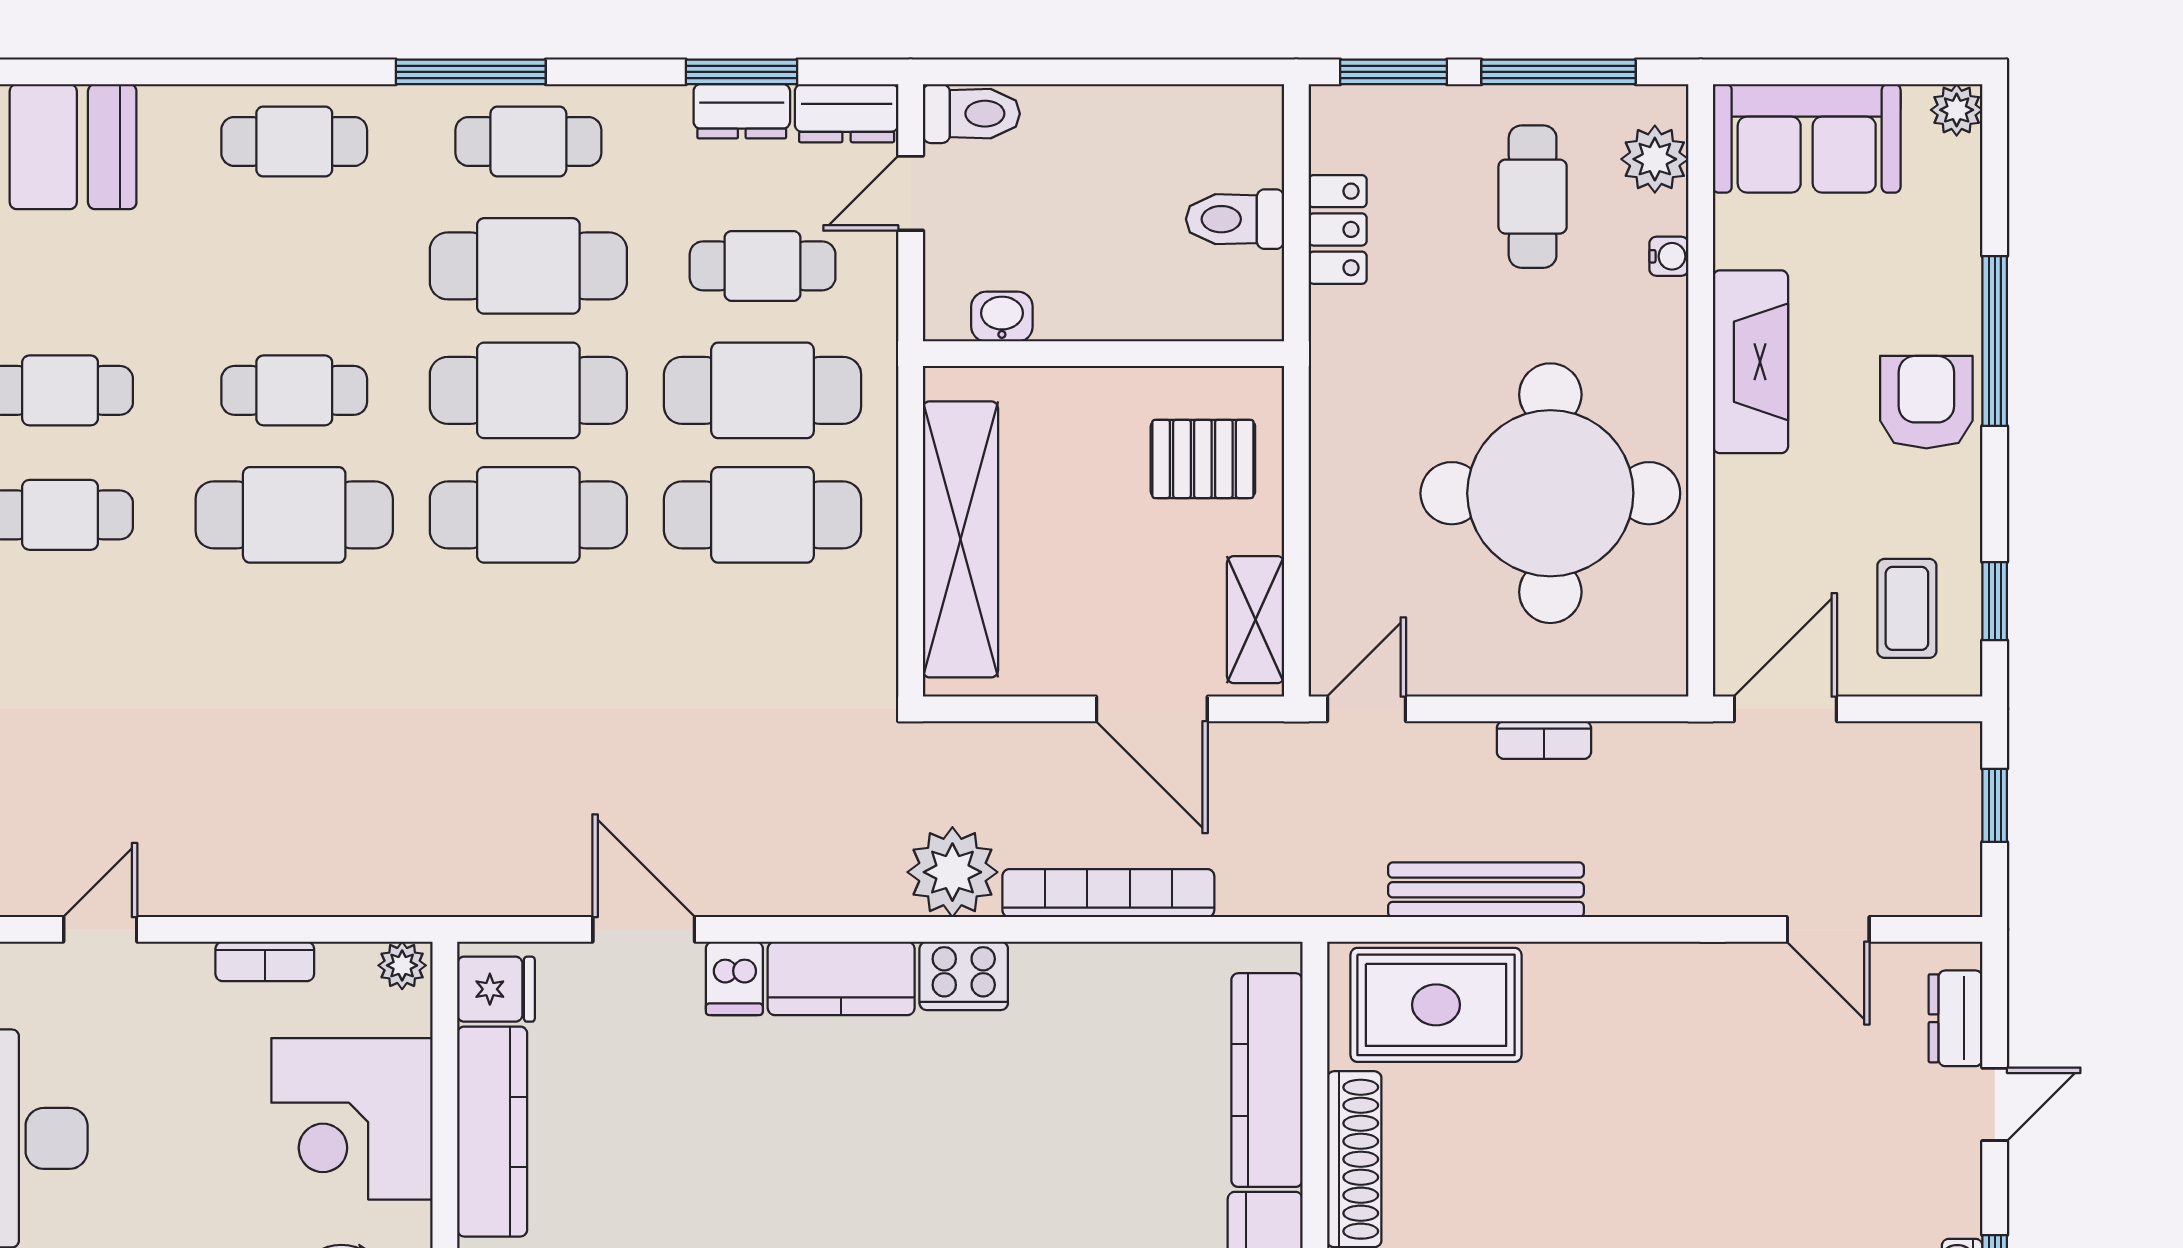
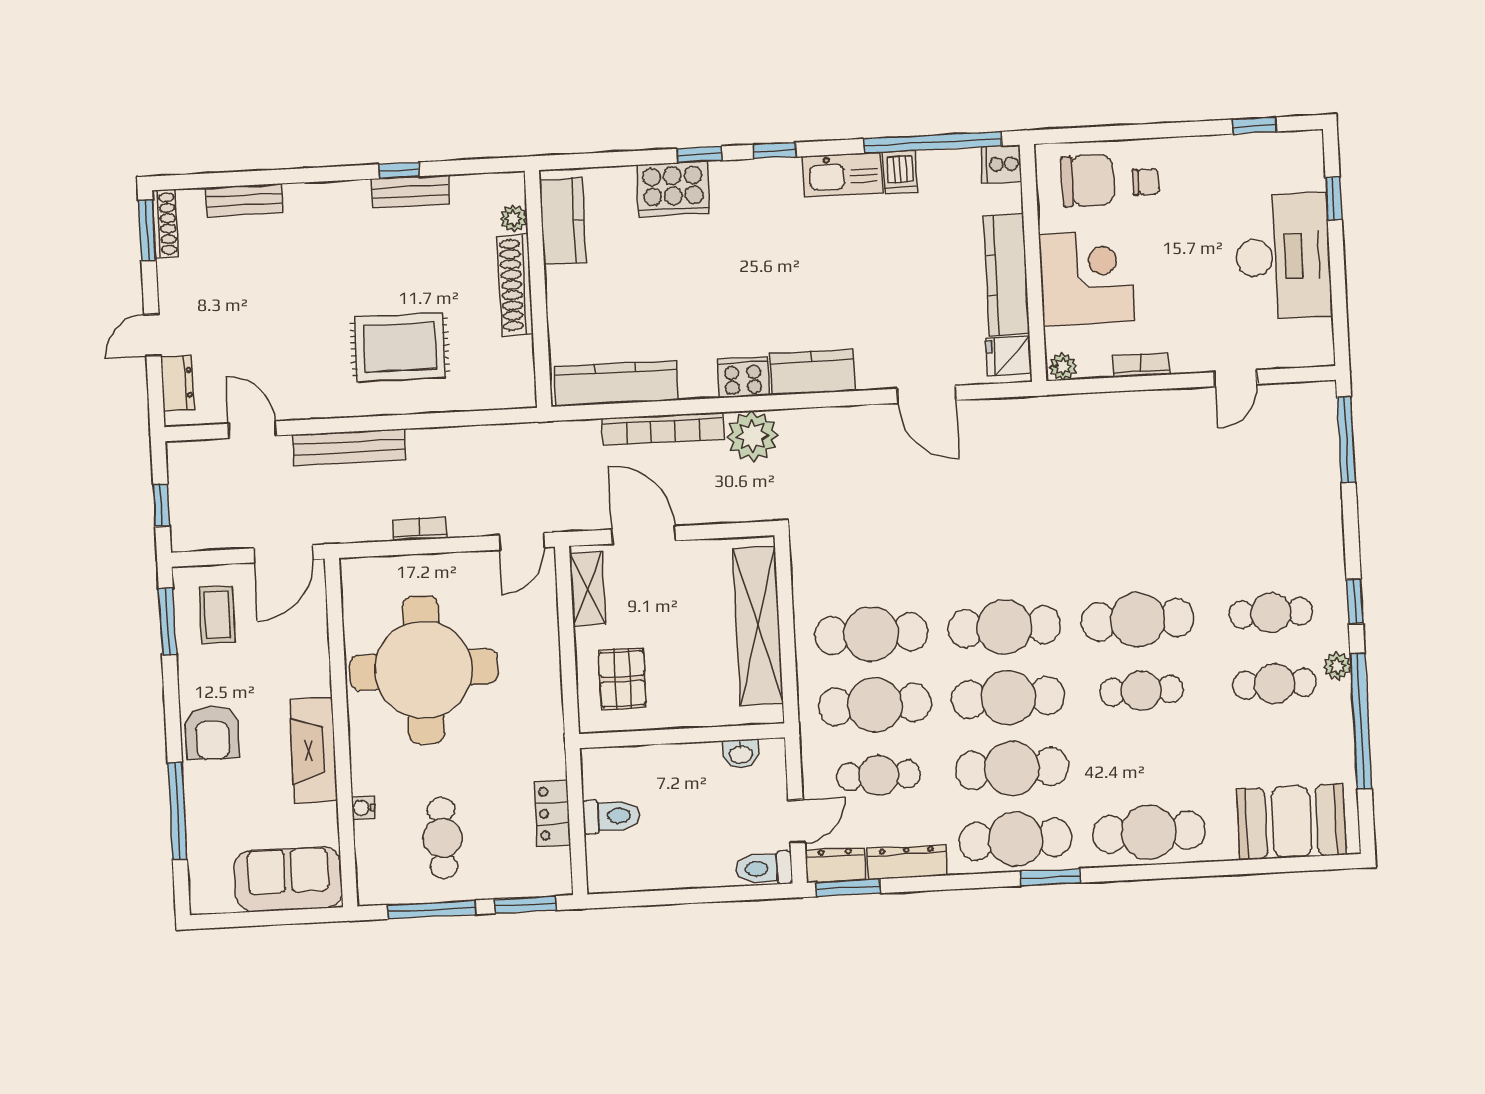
window: (471, 72) -> (1050, 877), width x0.69
window: (741, 72) -> (848, 888), moved
plant: (1957, 110) -> (204, 900), removed
dresser: (742, 111) -> (907, 862), width x1.44
cafe table: (294, 141) -> (1149, 832), width x1.37, depth x1.35
cafe table: (528, 141) -> (1016, 839), width x1.37, depth x1.35
plant: (1655, 159) -> (374, 863), removed
window: (1995, 341) -> (177, 811), moved
pallet: (1203, 459) -> (622, 679), turned 90
window: (1995, 601) -> (167, 621), width x1.50
bench: (1486, 890) -> (349, 447), moved
dishwasher: (734, 978) -> (873, 369), removed
rug: (1436, 1005) -> (400, 347), moved
kitchen counter: (1267, 1080) -> (616, 383), moved, turned -90

